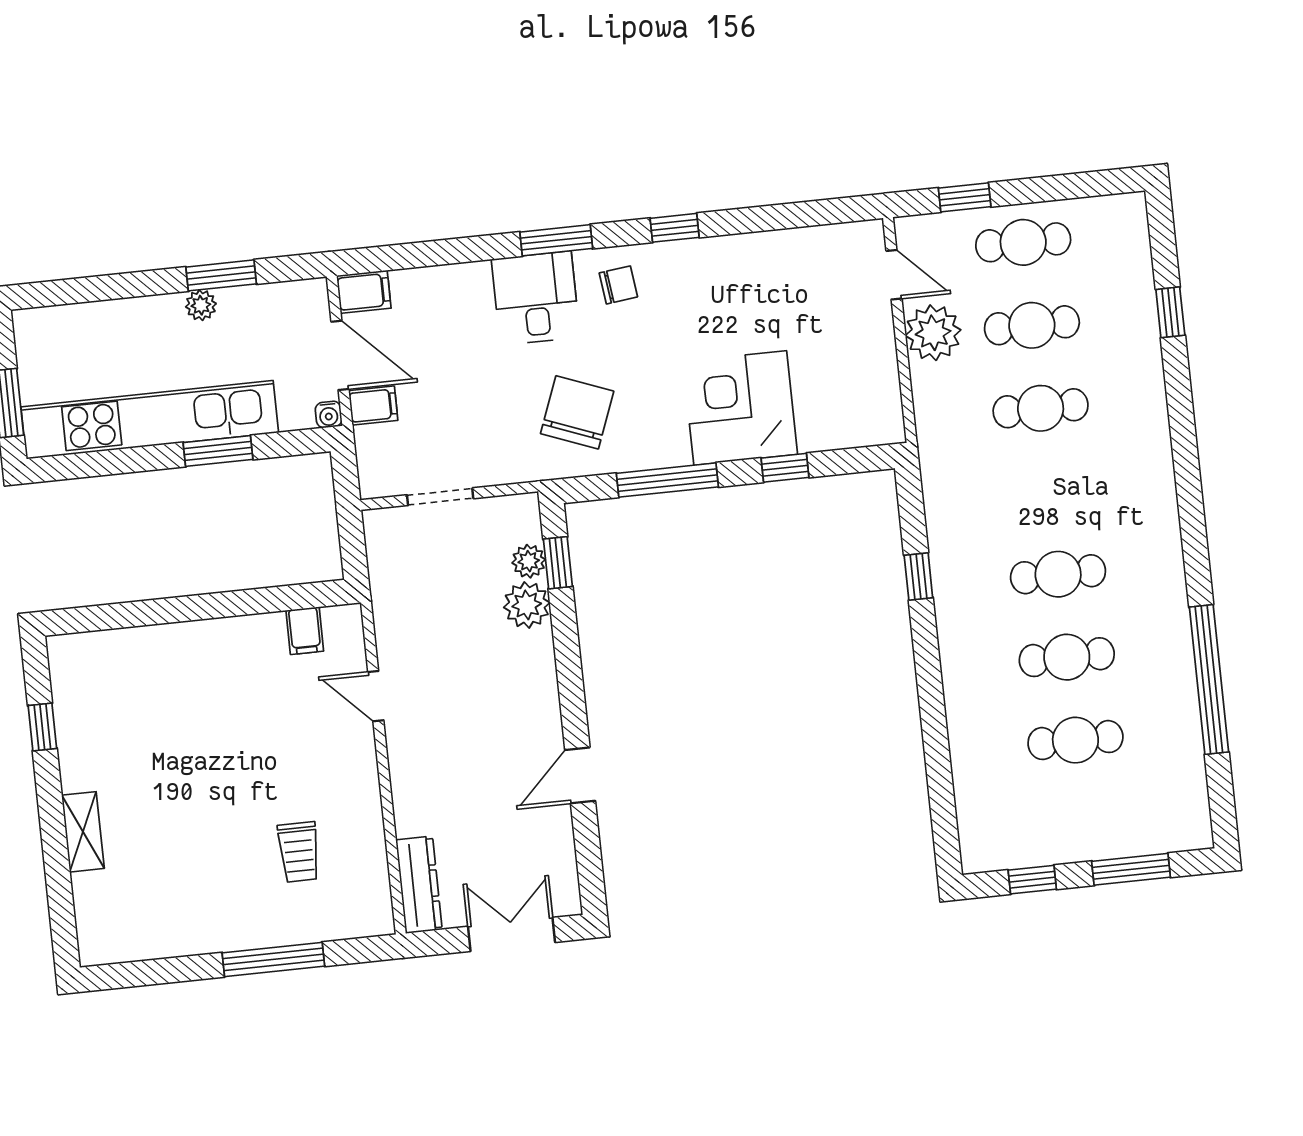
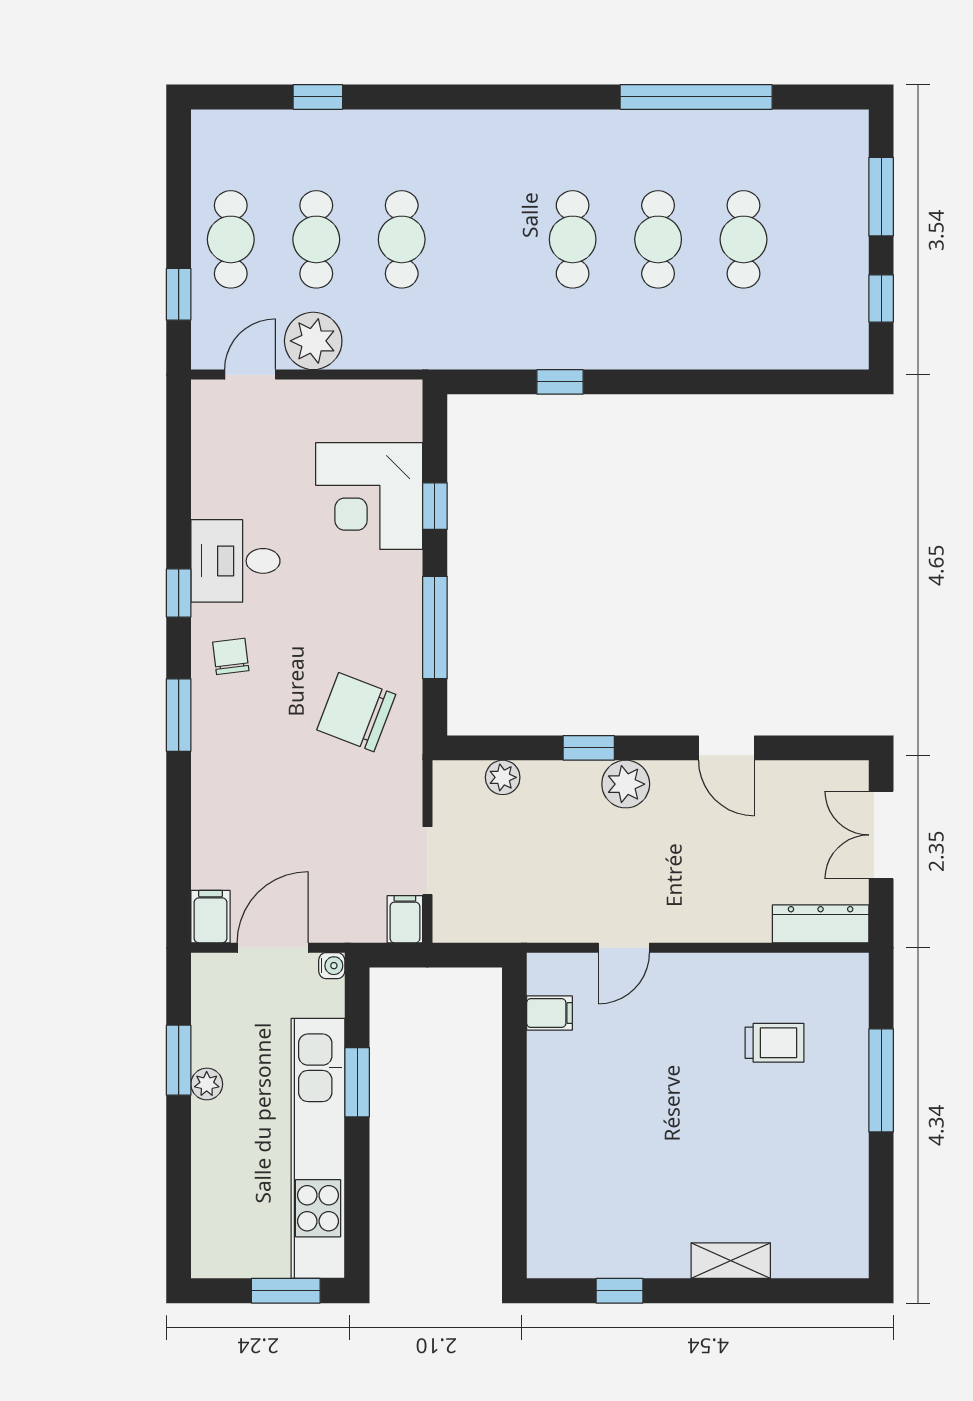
desk: (536, 298) -> (235, 561), moved
filing cabinet: (373, 405) -> (405, 919), moved
corner desk: (740, 408) -> (369, 496), moved
window: (558, 563) -> (589, 748), moved
plant: (527, 605) -> (626, 784), moved

